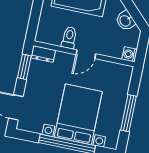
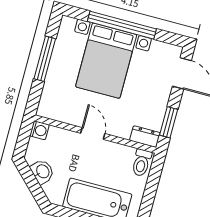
toilet: (69, 38) -> (142, 163), moved
door: (86, 54) -> (93, 133), hinge flipped

